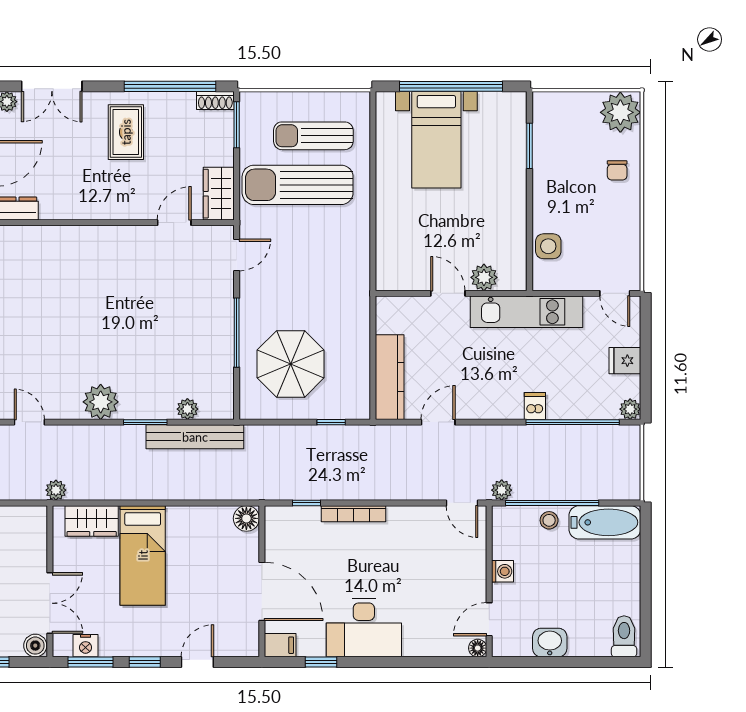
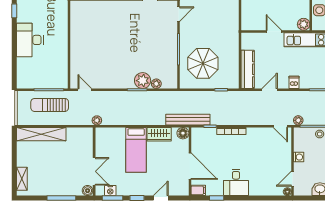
plant: (484, 277) -> (304, 24), moved
plant: (101, 402) -> (143, 81), moved
dishwasher: (535, 406) -> (294, 82), moved
bench: (195, 437) -> (188, 120), moved
wardrobe: (92, 521) -> (159, 134), moved
desk: (364, 628) -> (236, 182), width x0.73

